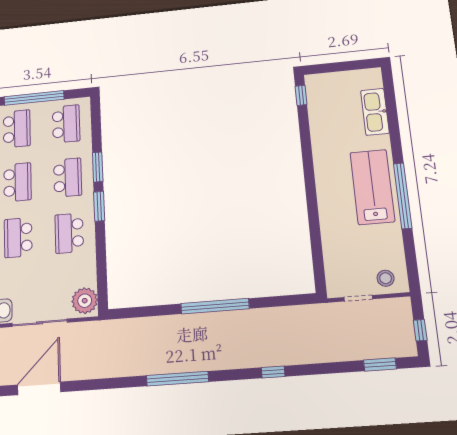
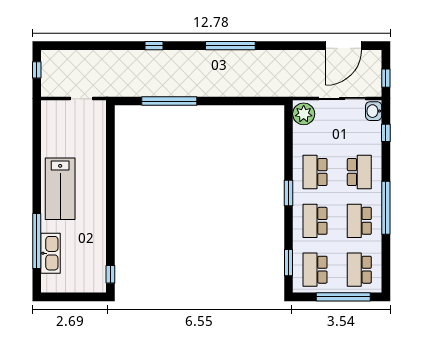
window: (98, 167) -> (289, 263), moved
window: (403, 196) -> (37, 241), moved
school desk: (69, 233) -> (315, 172), turned 180
stool: (386, 278) -> (58, 113), removed
window: (215, 306) -> (169, 101), moved
window: (380, 365) -> (71, 46), removed

